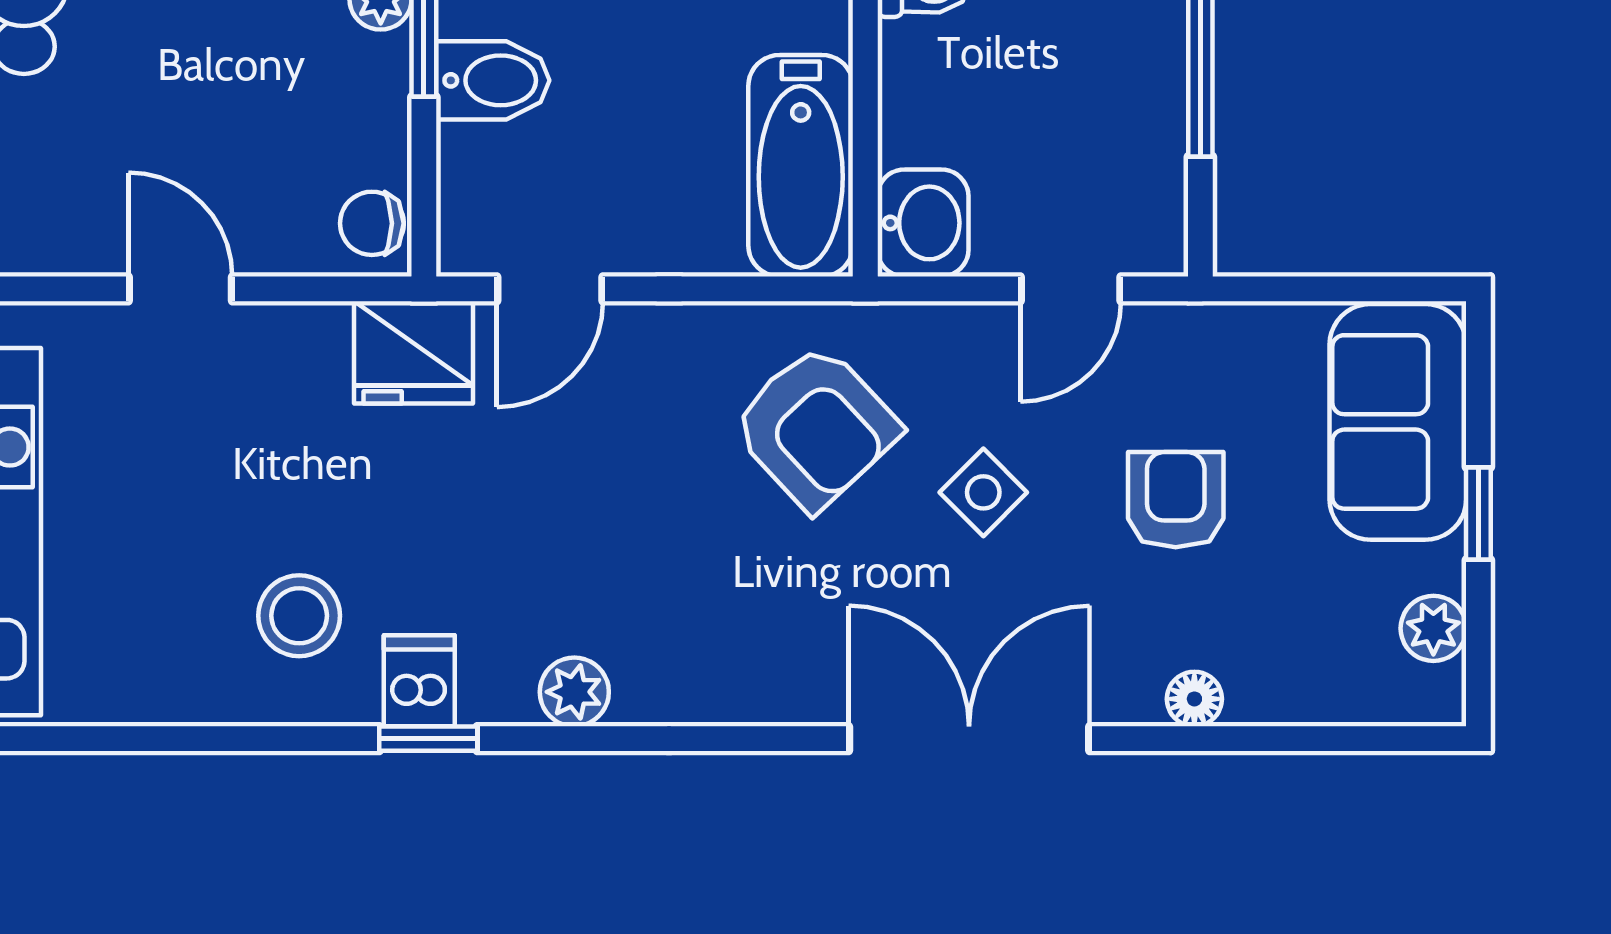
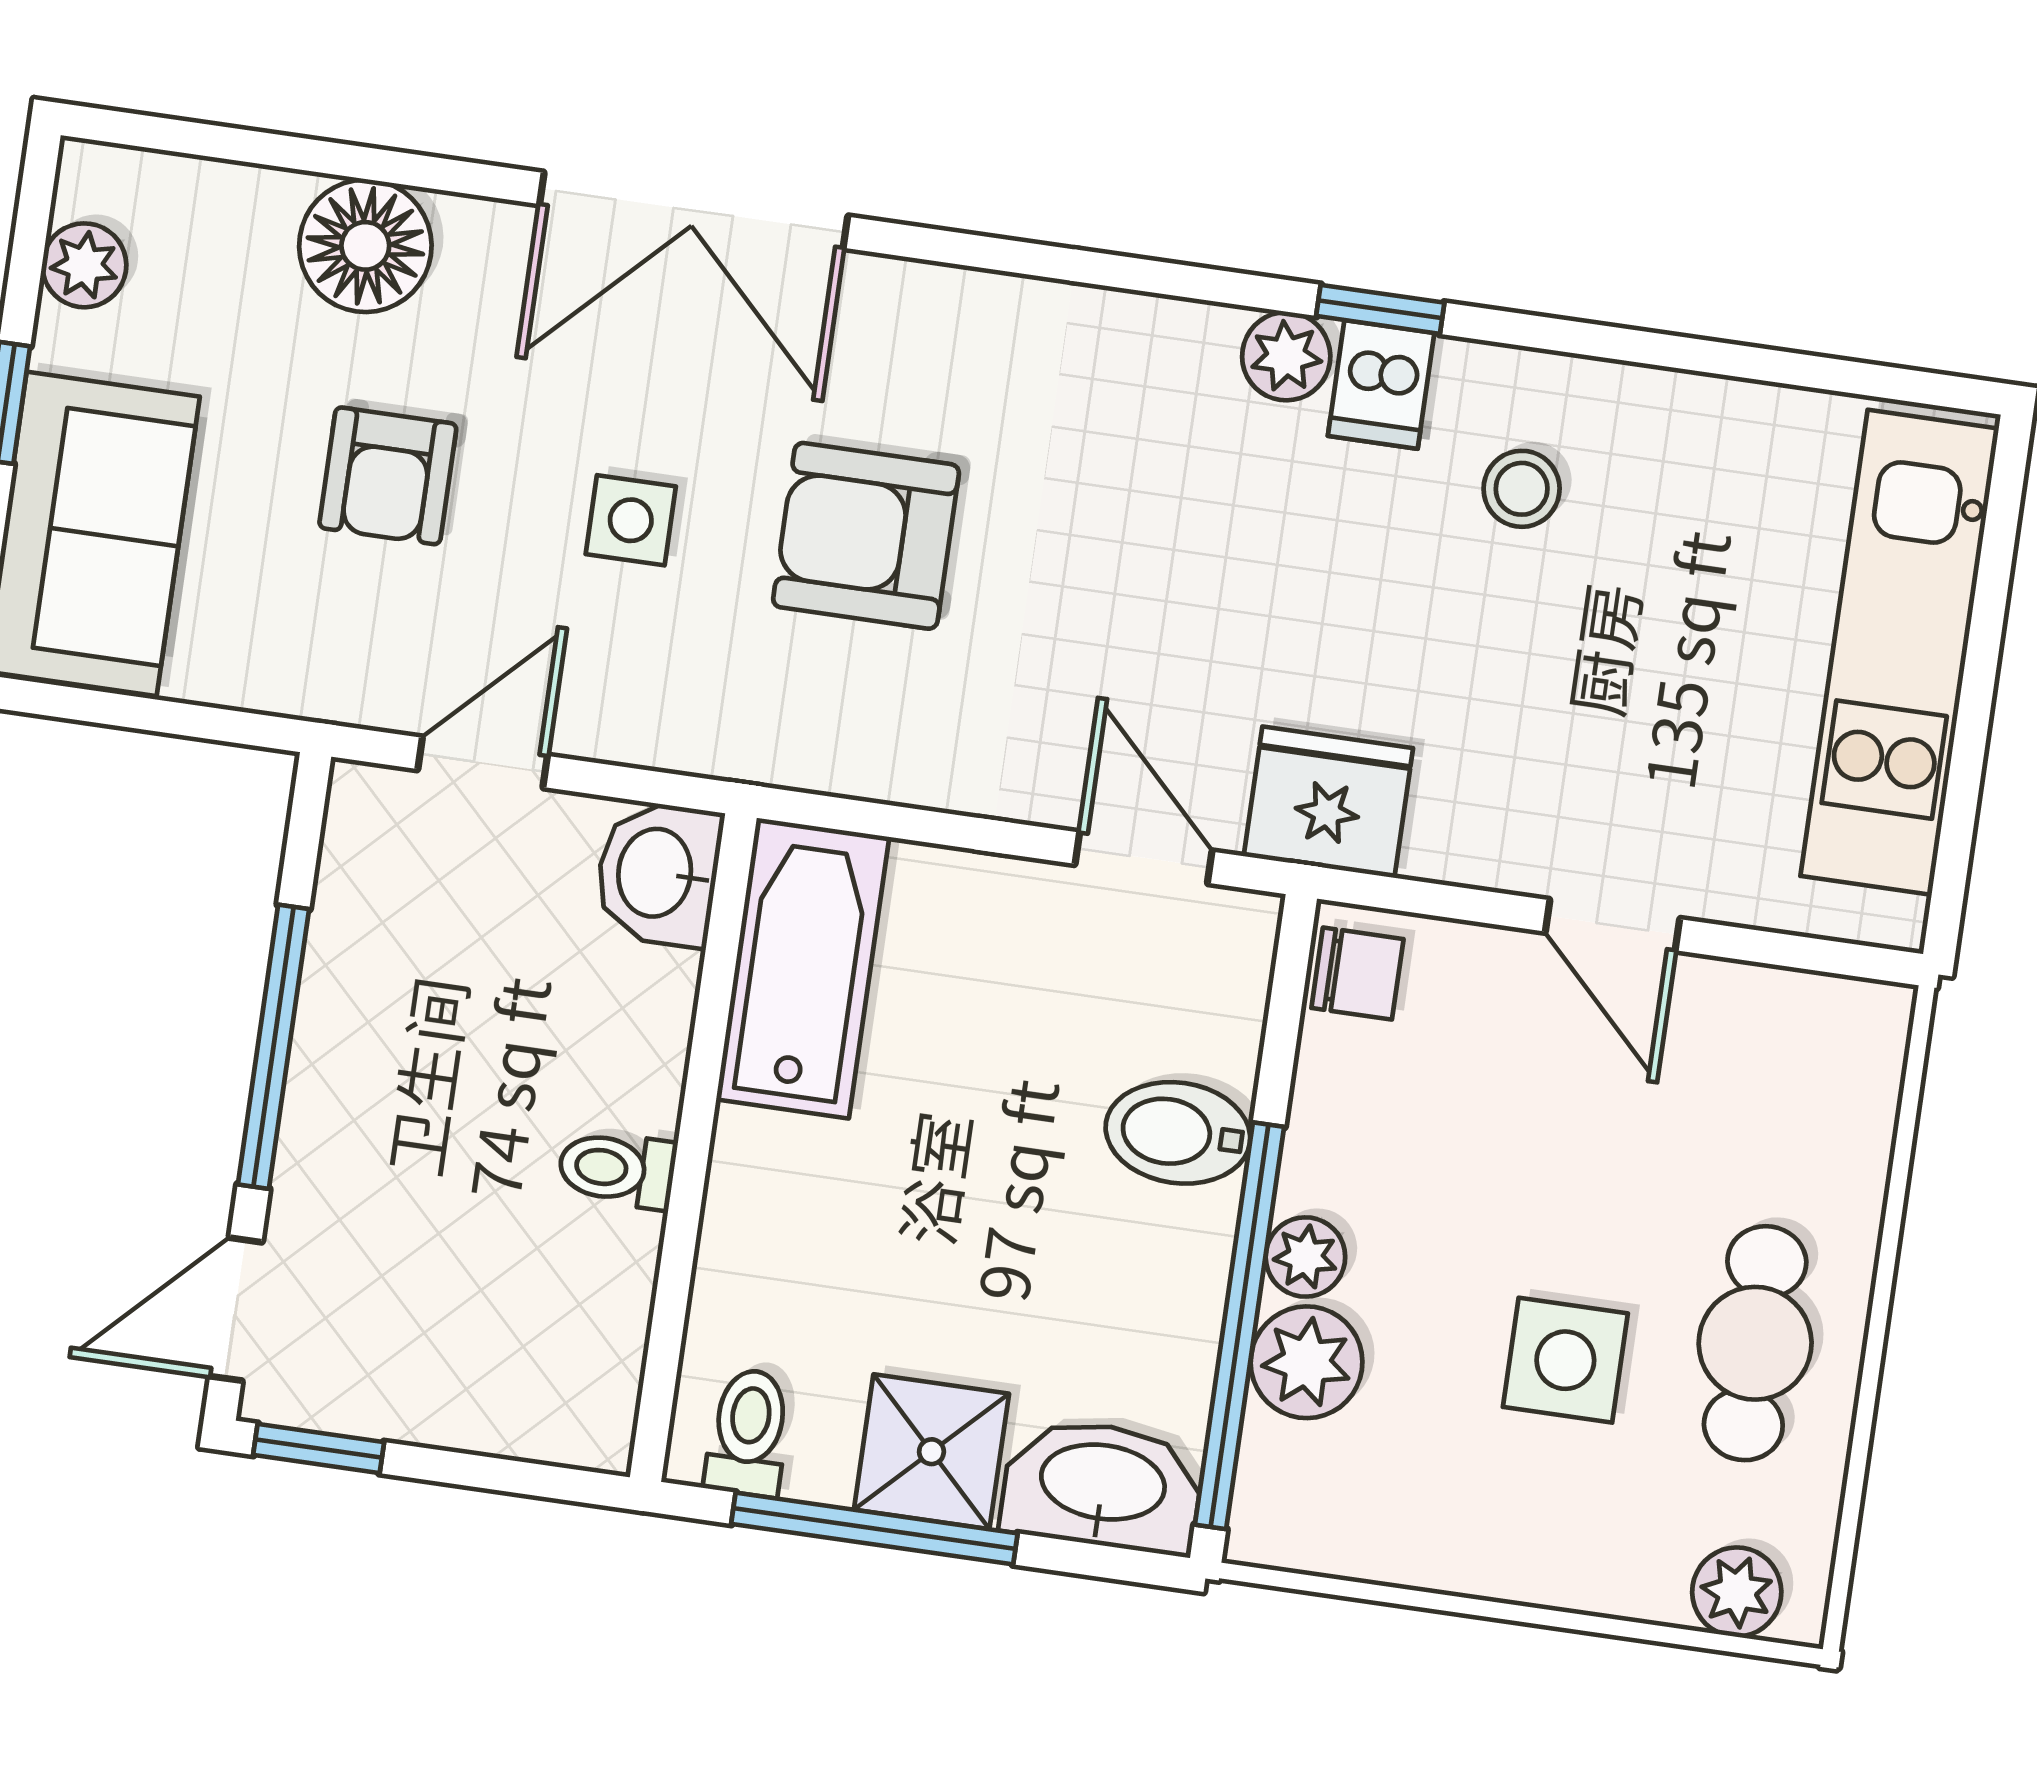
door: (550, 289) -> (1144, 858), hinge flipped
armchair: (816, 427) -> (866, 536), moved, turned -47
side table: (983, 492) -> (631, 520), turned 45
stool: (299, 616) -> (1522, 489), width x0.73, depth x0.73
plant: (574, 692) -> (1286, 356), moved
floor lamp: (1194, 699) -> (365, 246), width x1.89, depth x1.89

